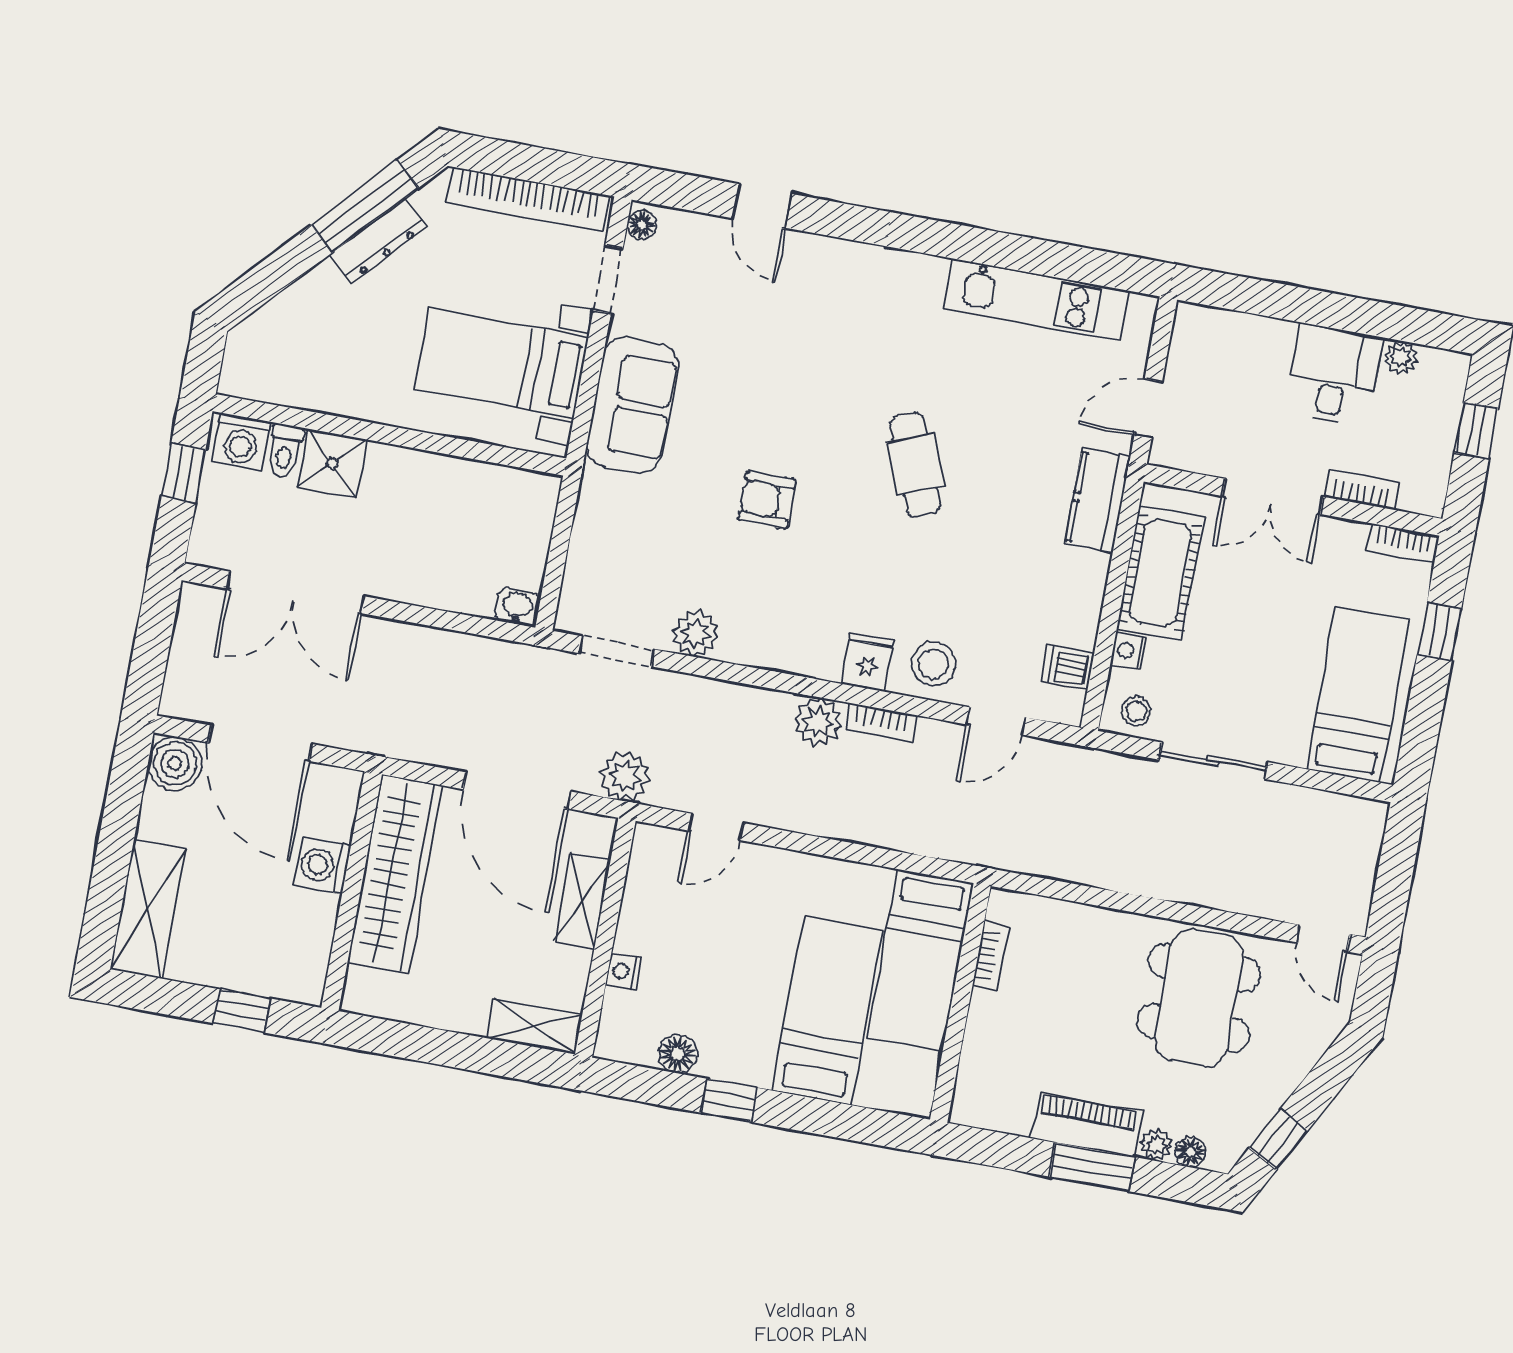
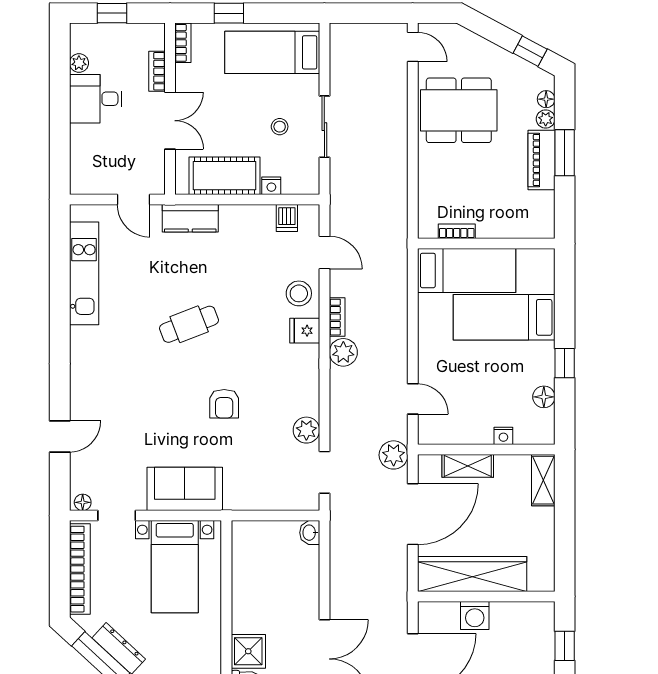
stool: (1136, 711) -> (280, 127), moved
door: (1323, 938) -> (413, 47), hinge flipped

